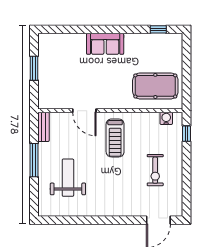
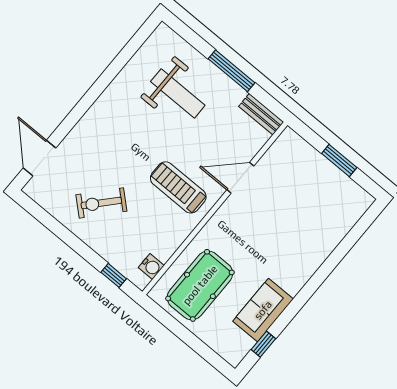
sofa: (105, 44) -> (263, 310), moved
exercise bike: (155, 170) -> (101, 203), turned -48

